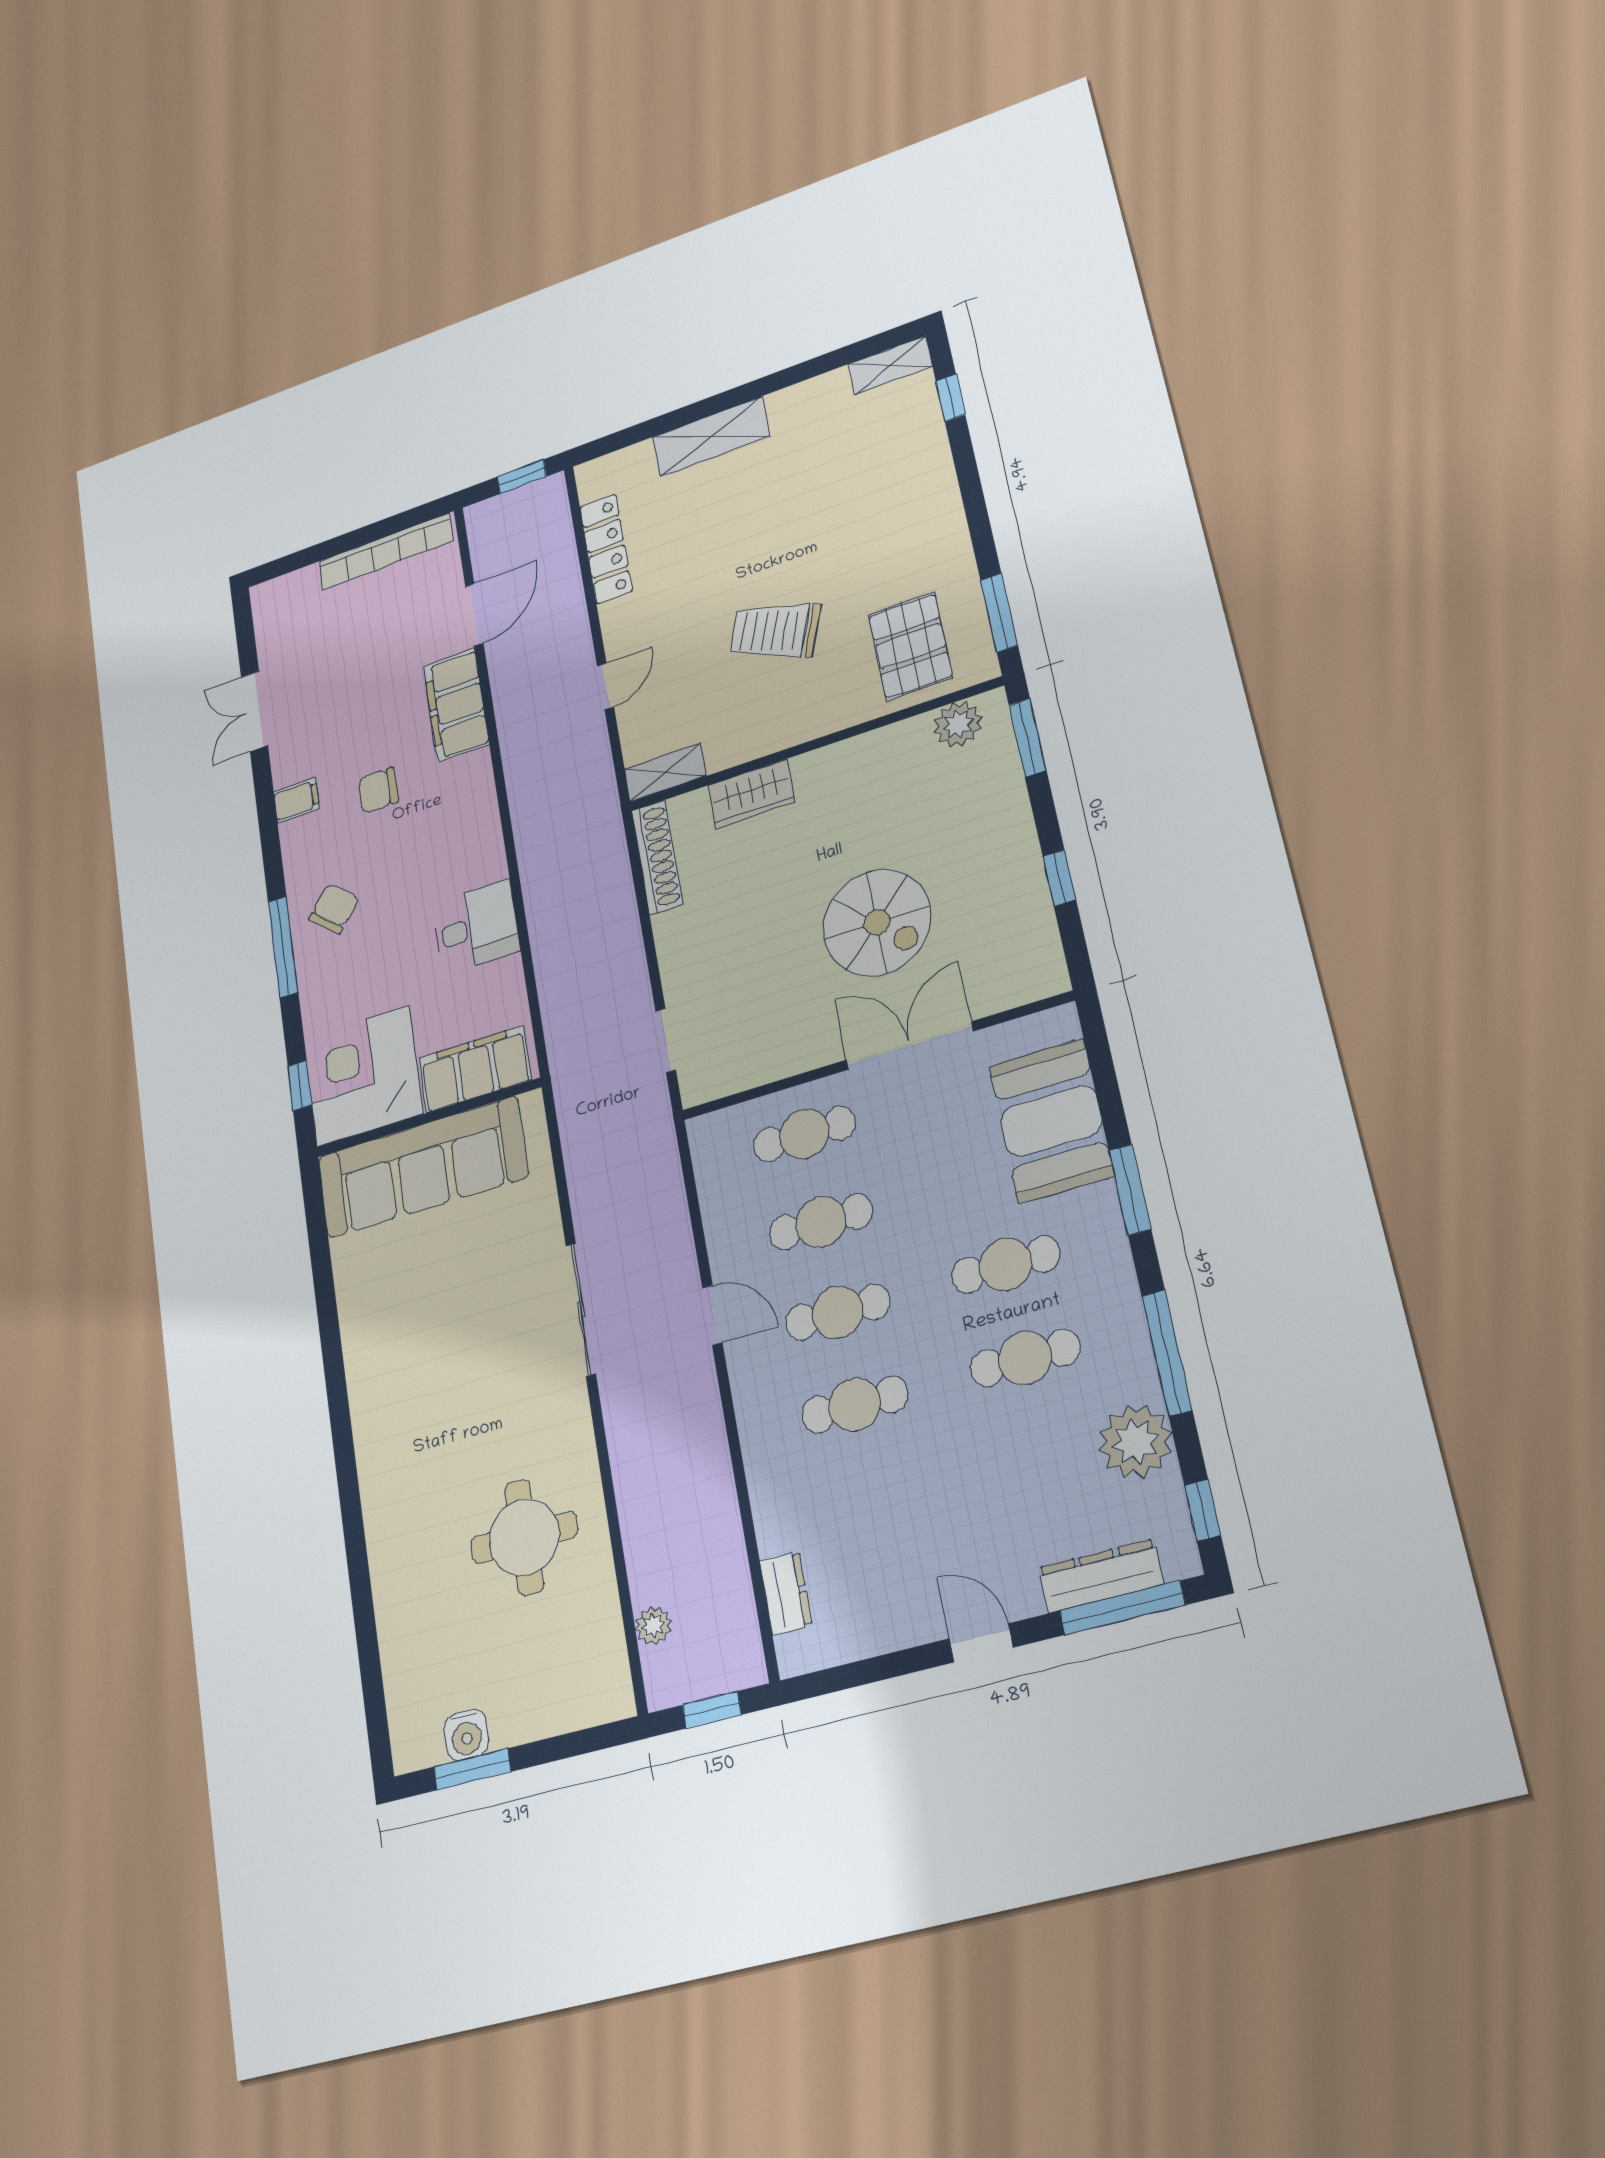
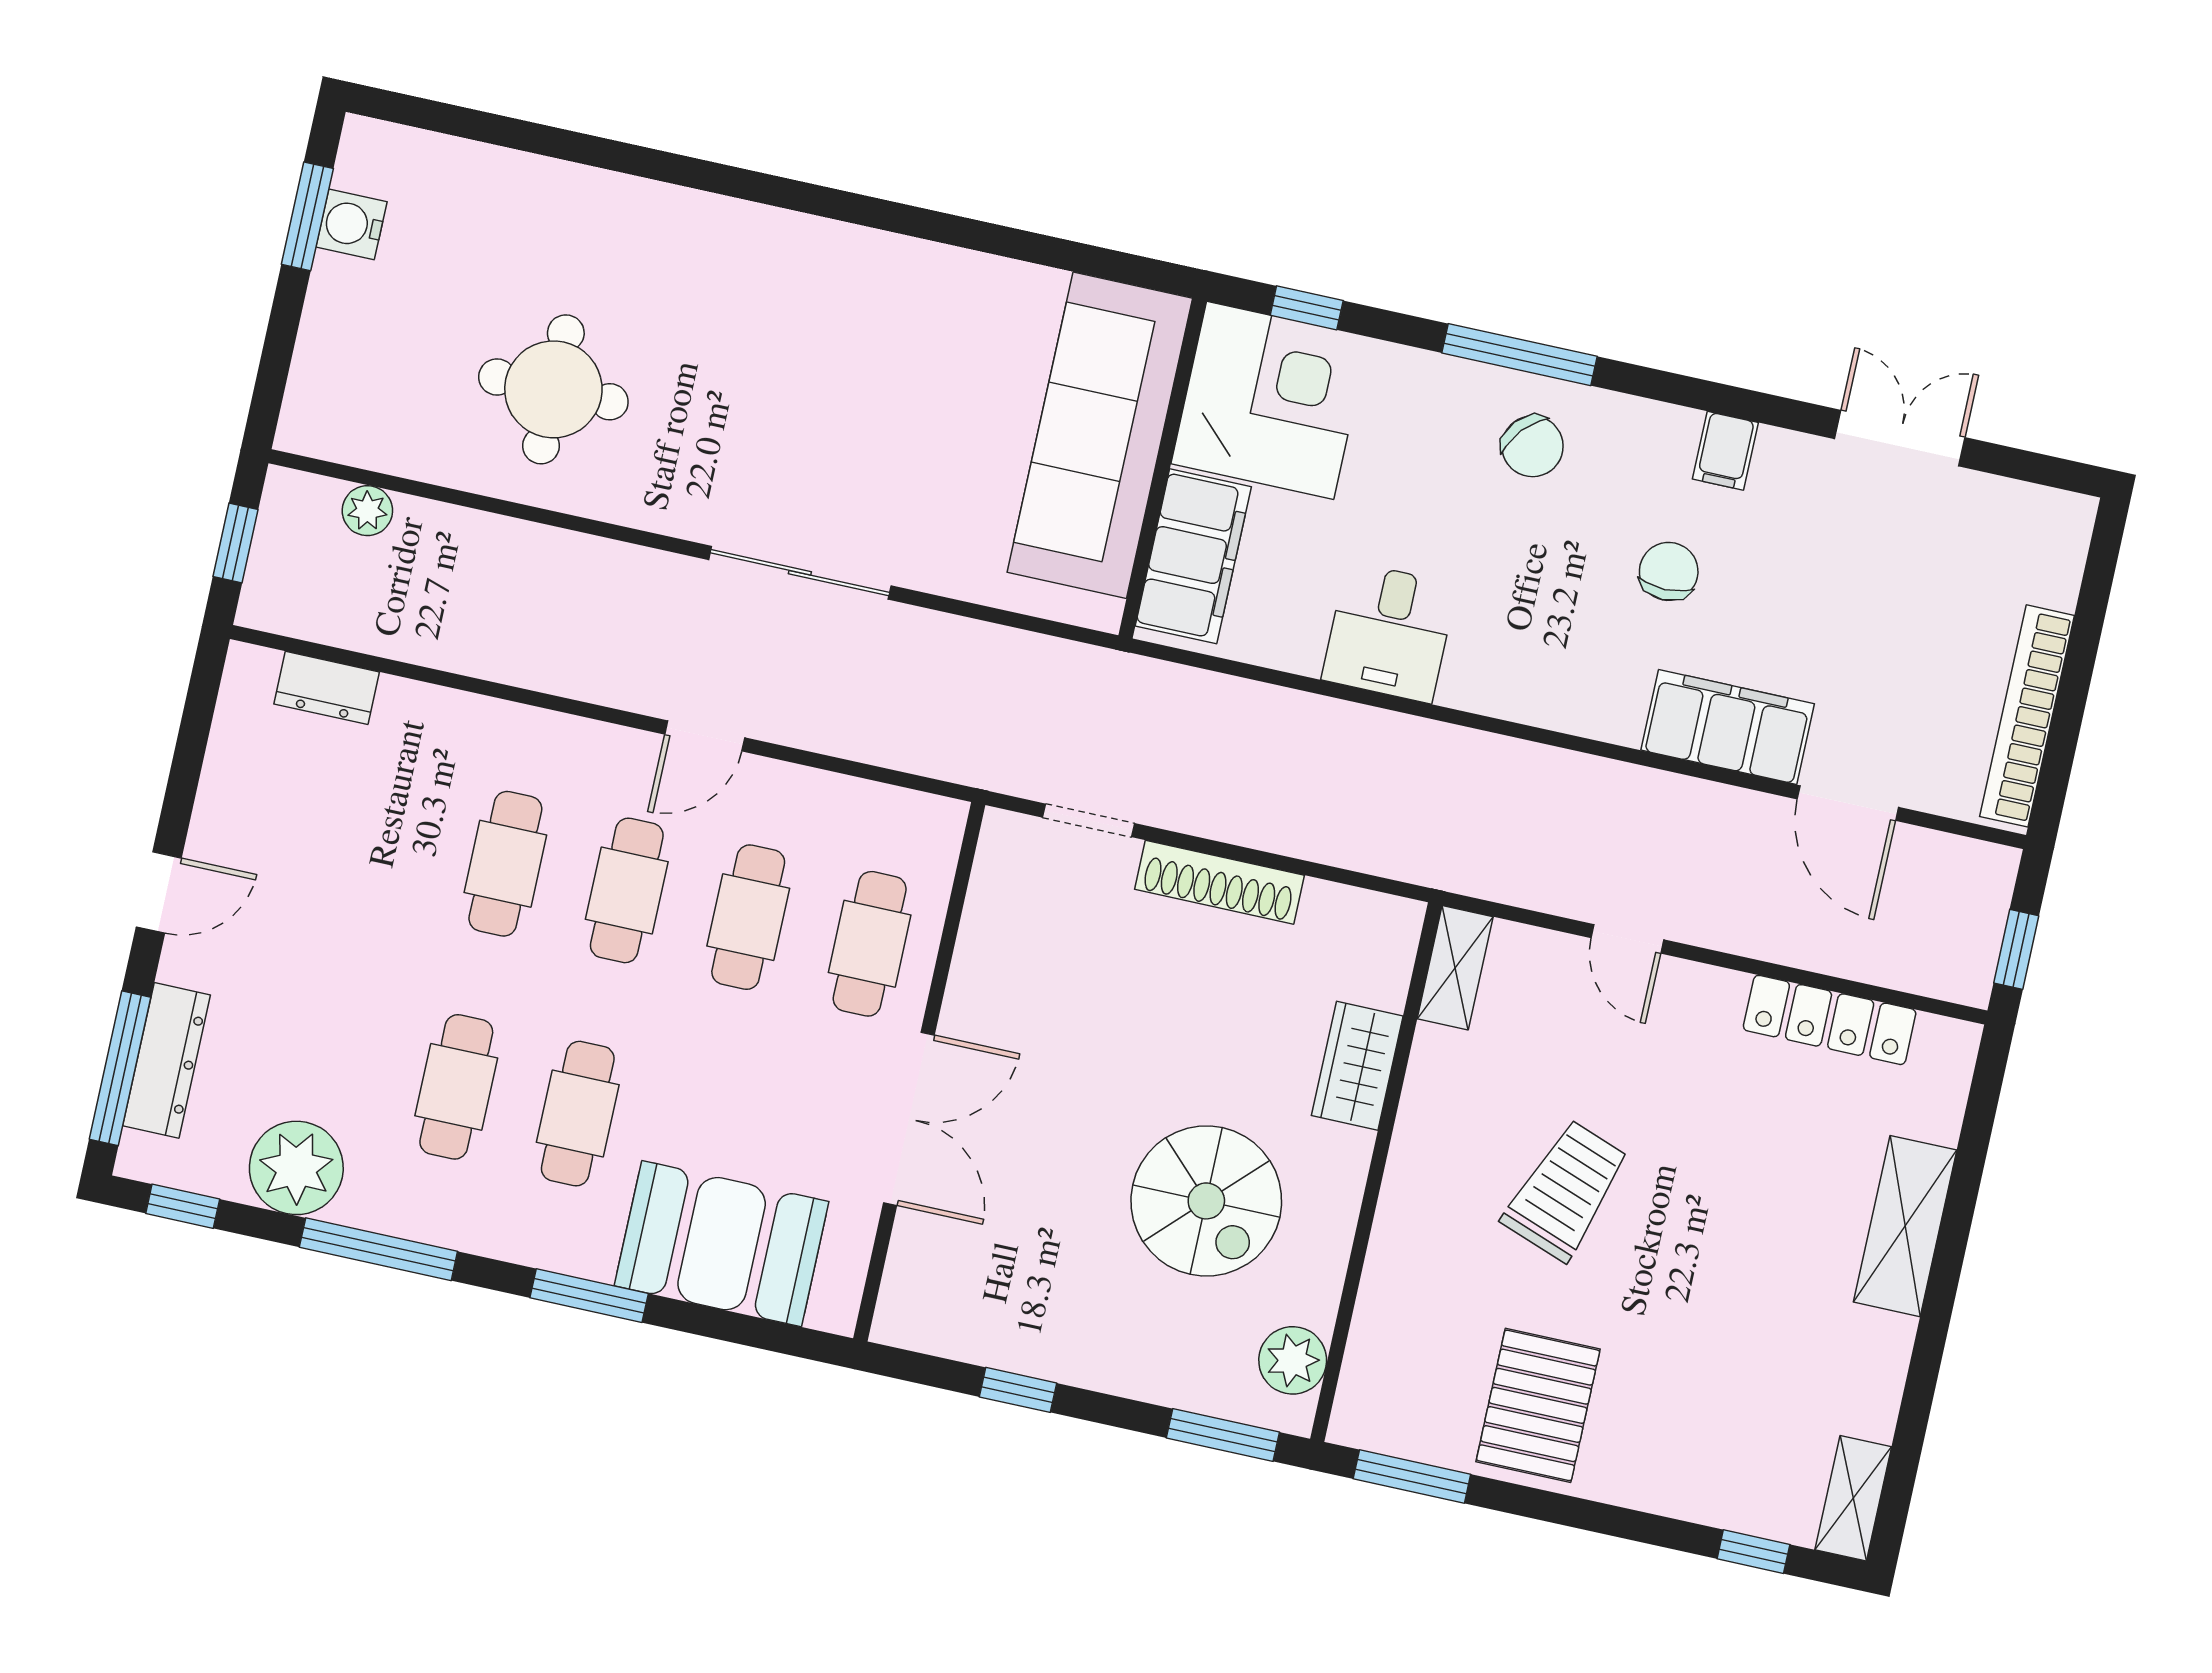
pallet: (910, 646) -> (1538, 1405), moved, turned 90
shoe rack: (657, 857) -> (1219, 882), moved
spiral stairs: (877, 922) -> (1206, 1201), moved, turned -90

